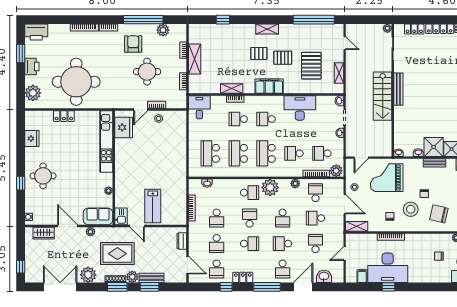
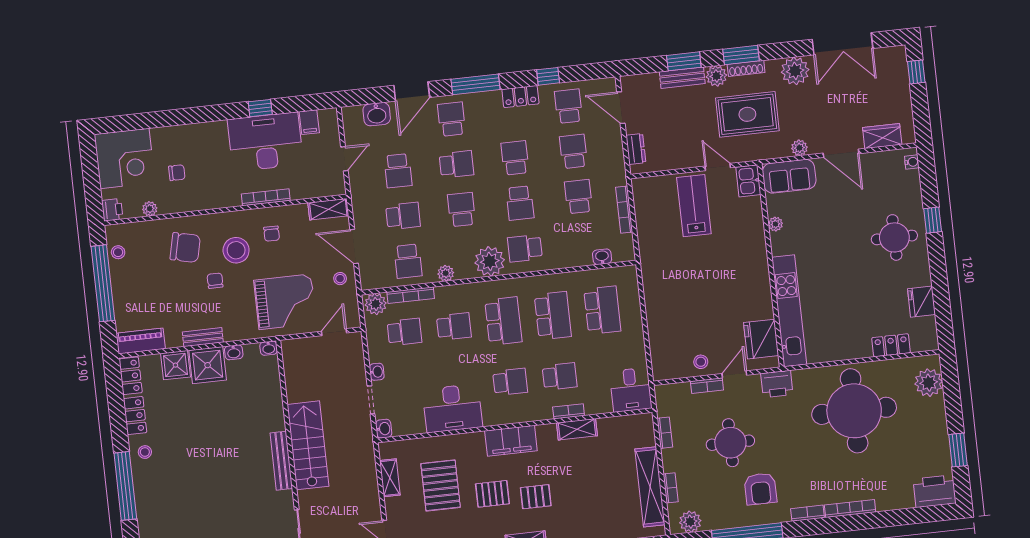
plant: (163, 30) -> (690, 522), moved
shelving: (195, 59) -> (650, 487), width x1.47
printer: (32, 66) -> (777, 384), moved, turned -90
locker: (64, 116) -> (891, 345), moved
school desk: (250, 244) -> (515, 158), turned 90

